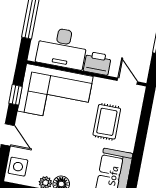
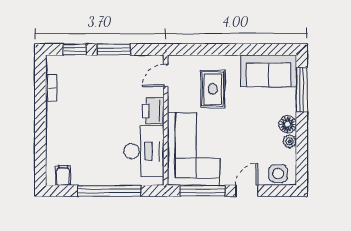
window: (16, 95) -> (203, 191), width x2.17
rug: (107, 122) -> (213, 89), turned 90

